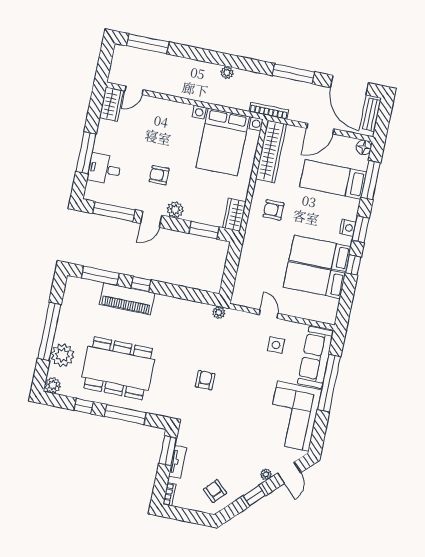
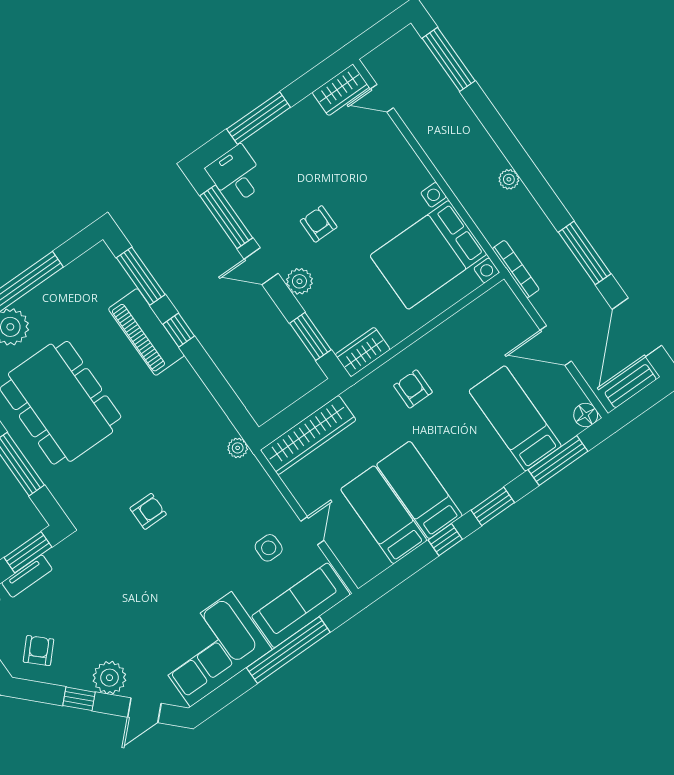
wardrobe: (271, 152) -> (308, 435), moved
desk: (104, 169) -> (236, 175), moved
nightstand: (348, 228) -> (480, 490), removed
door: (269, 314) -> (312, 531), moved
plant: (266, 474) -> (109, 678), width x1.88, depth x1.88

